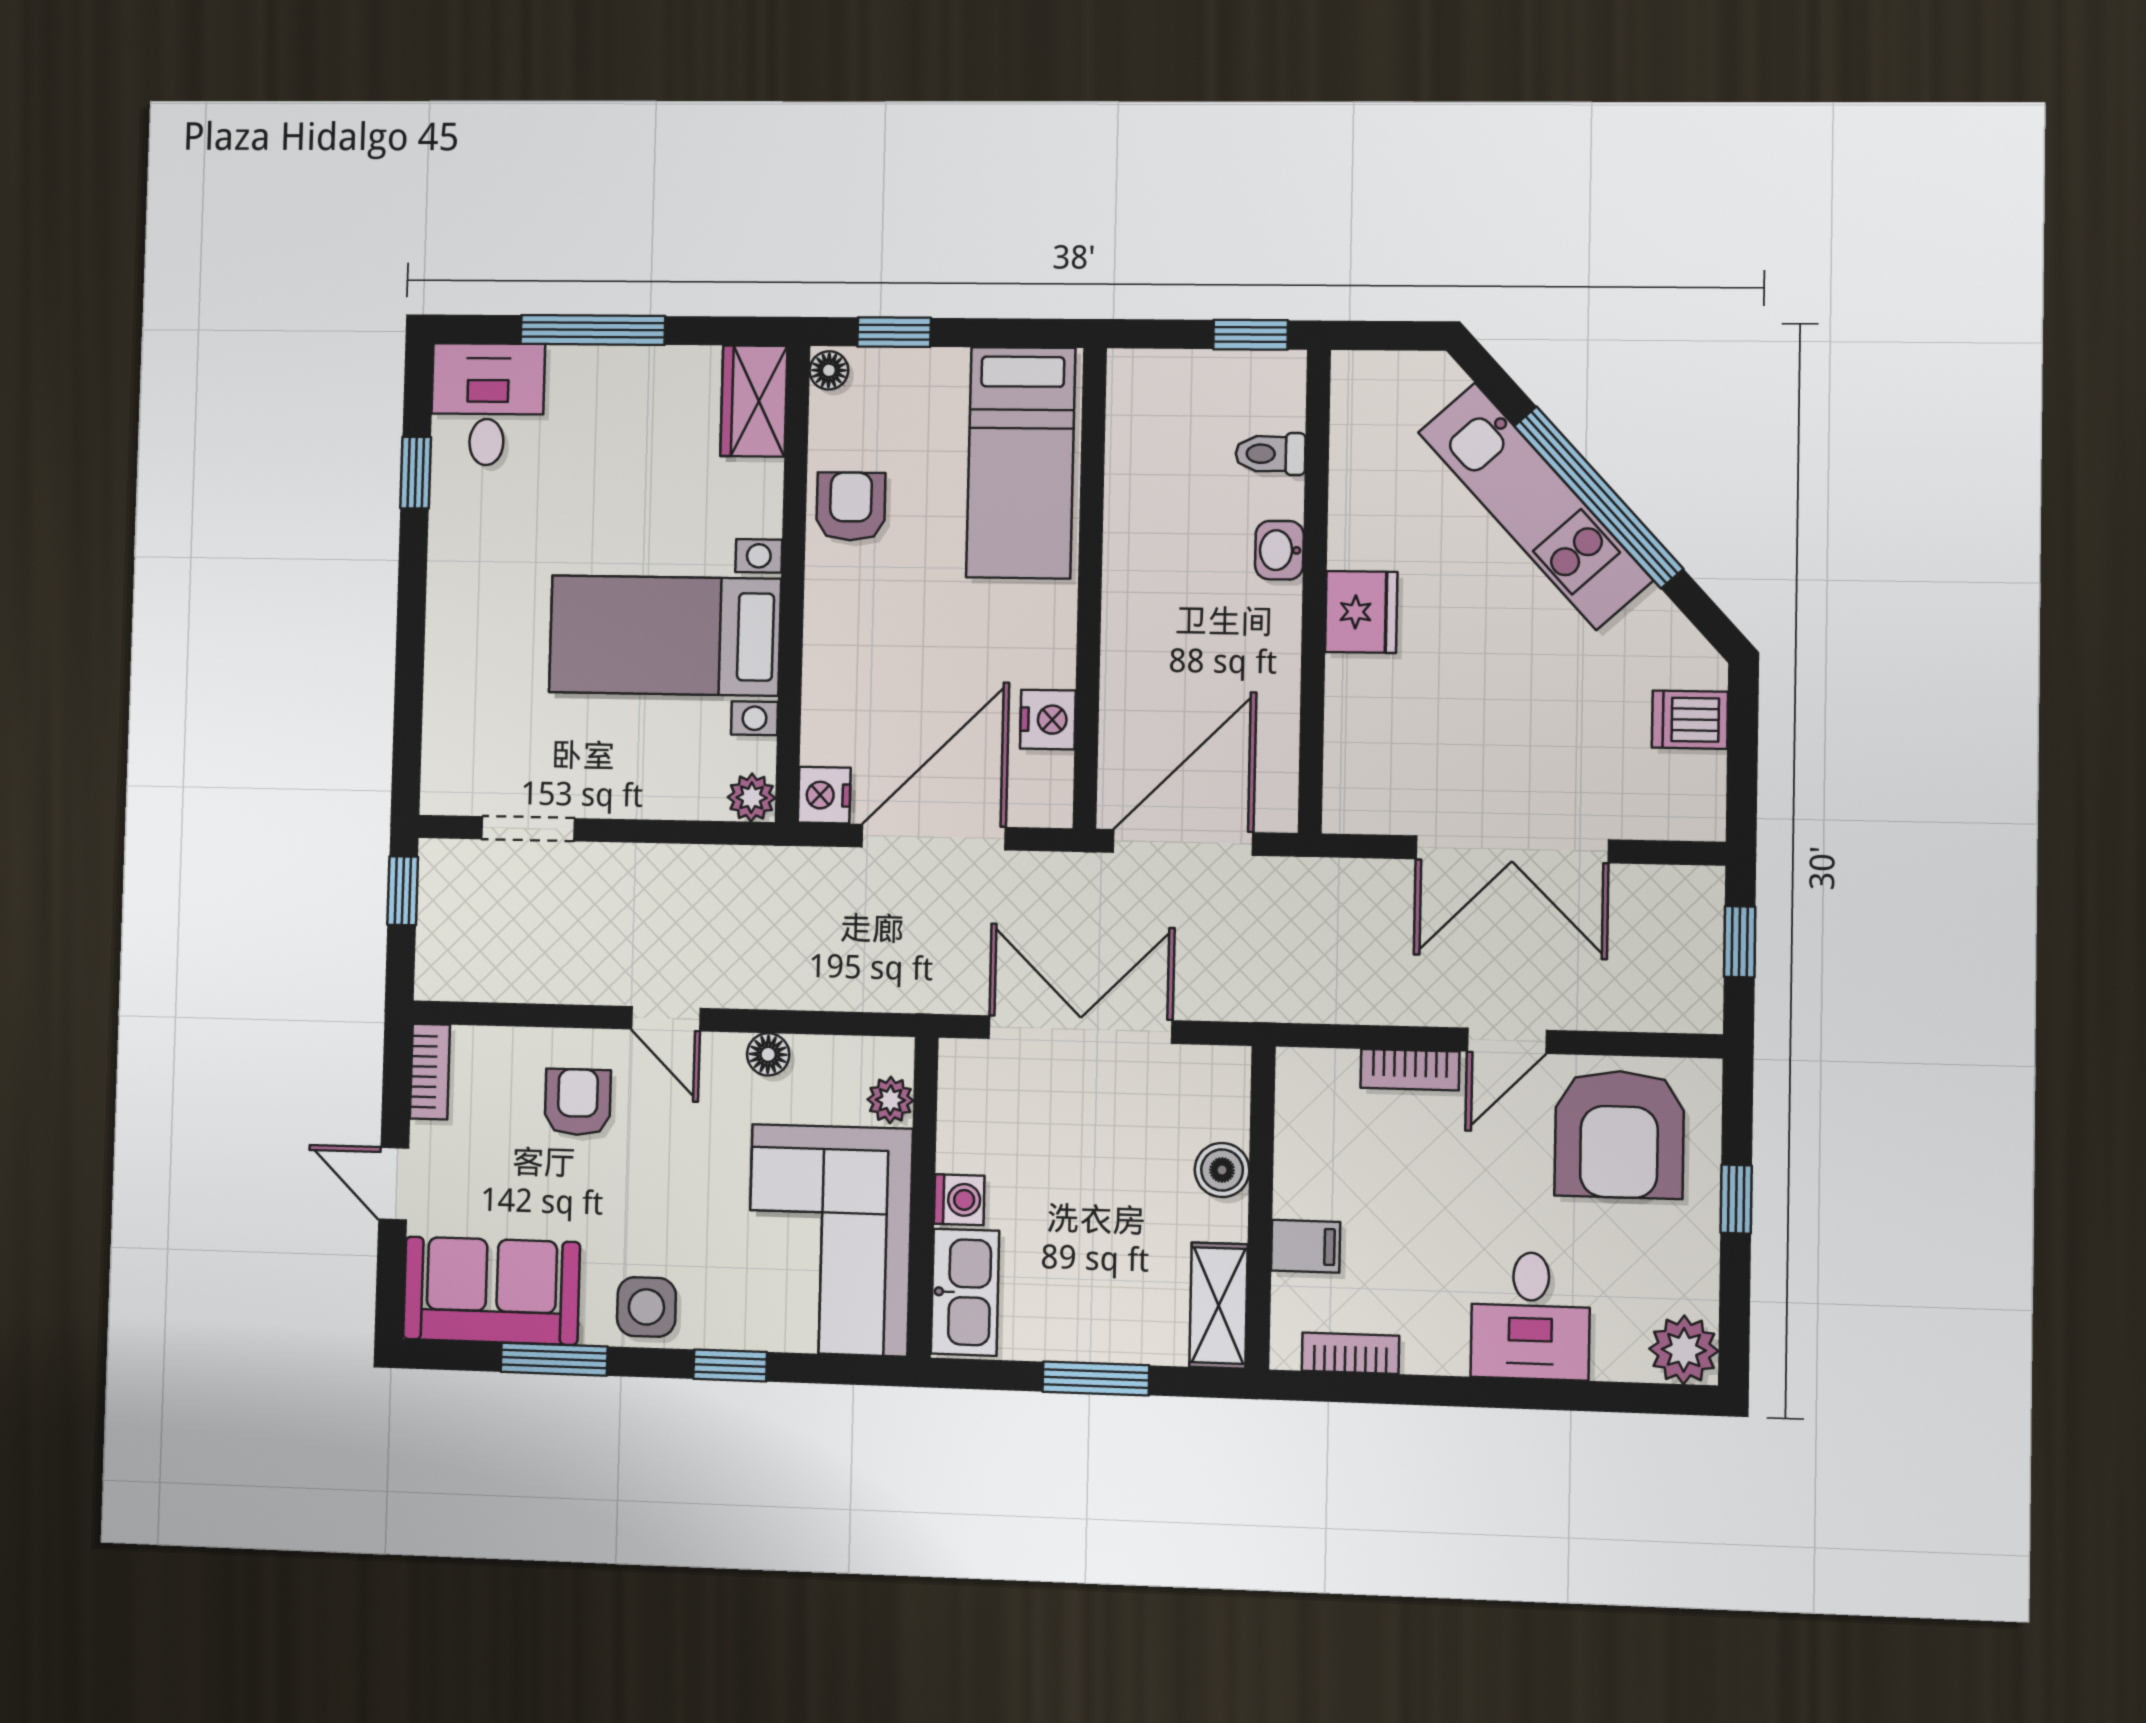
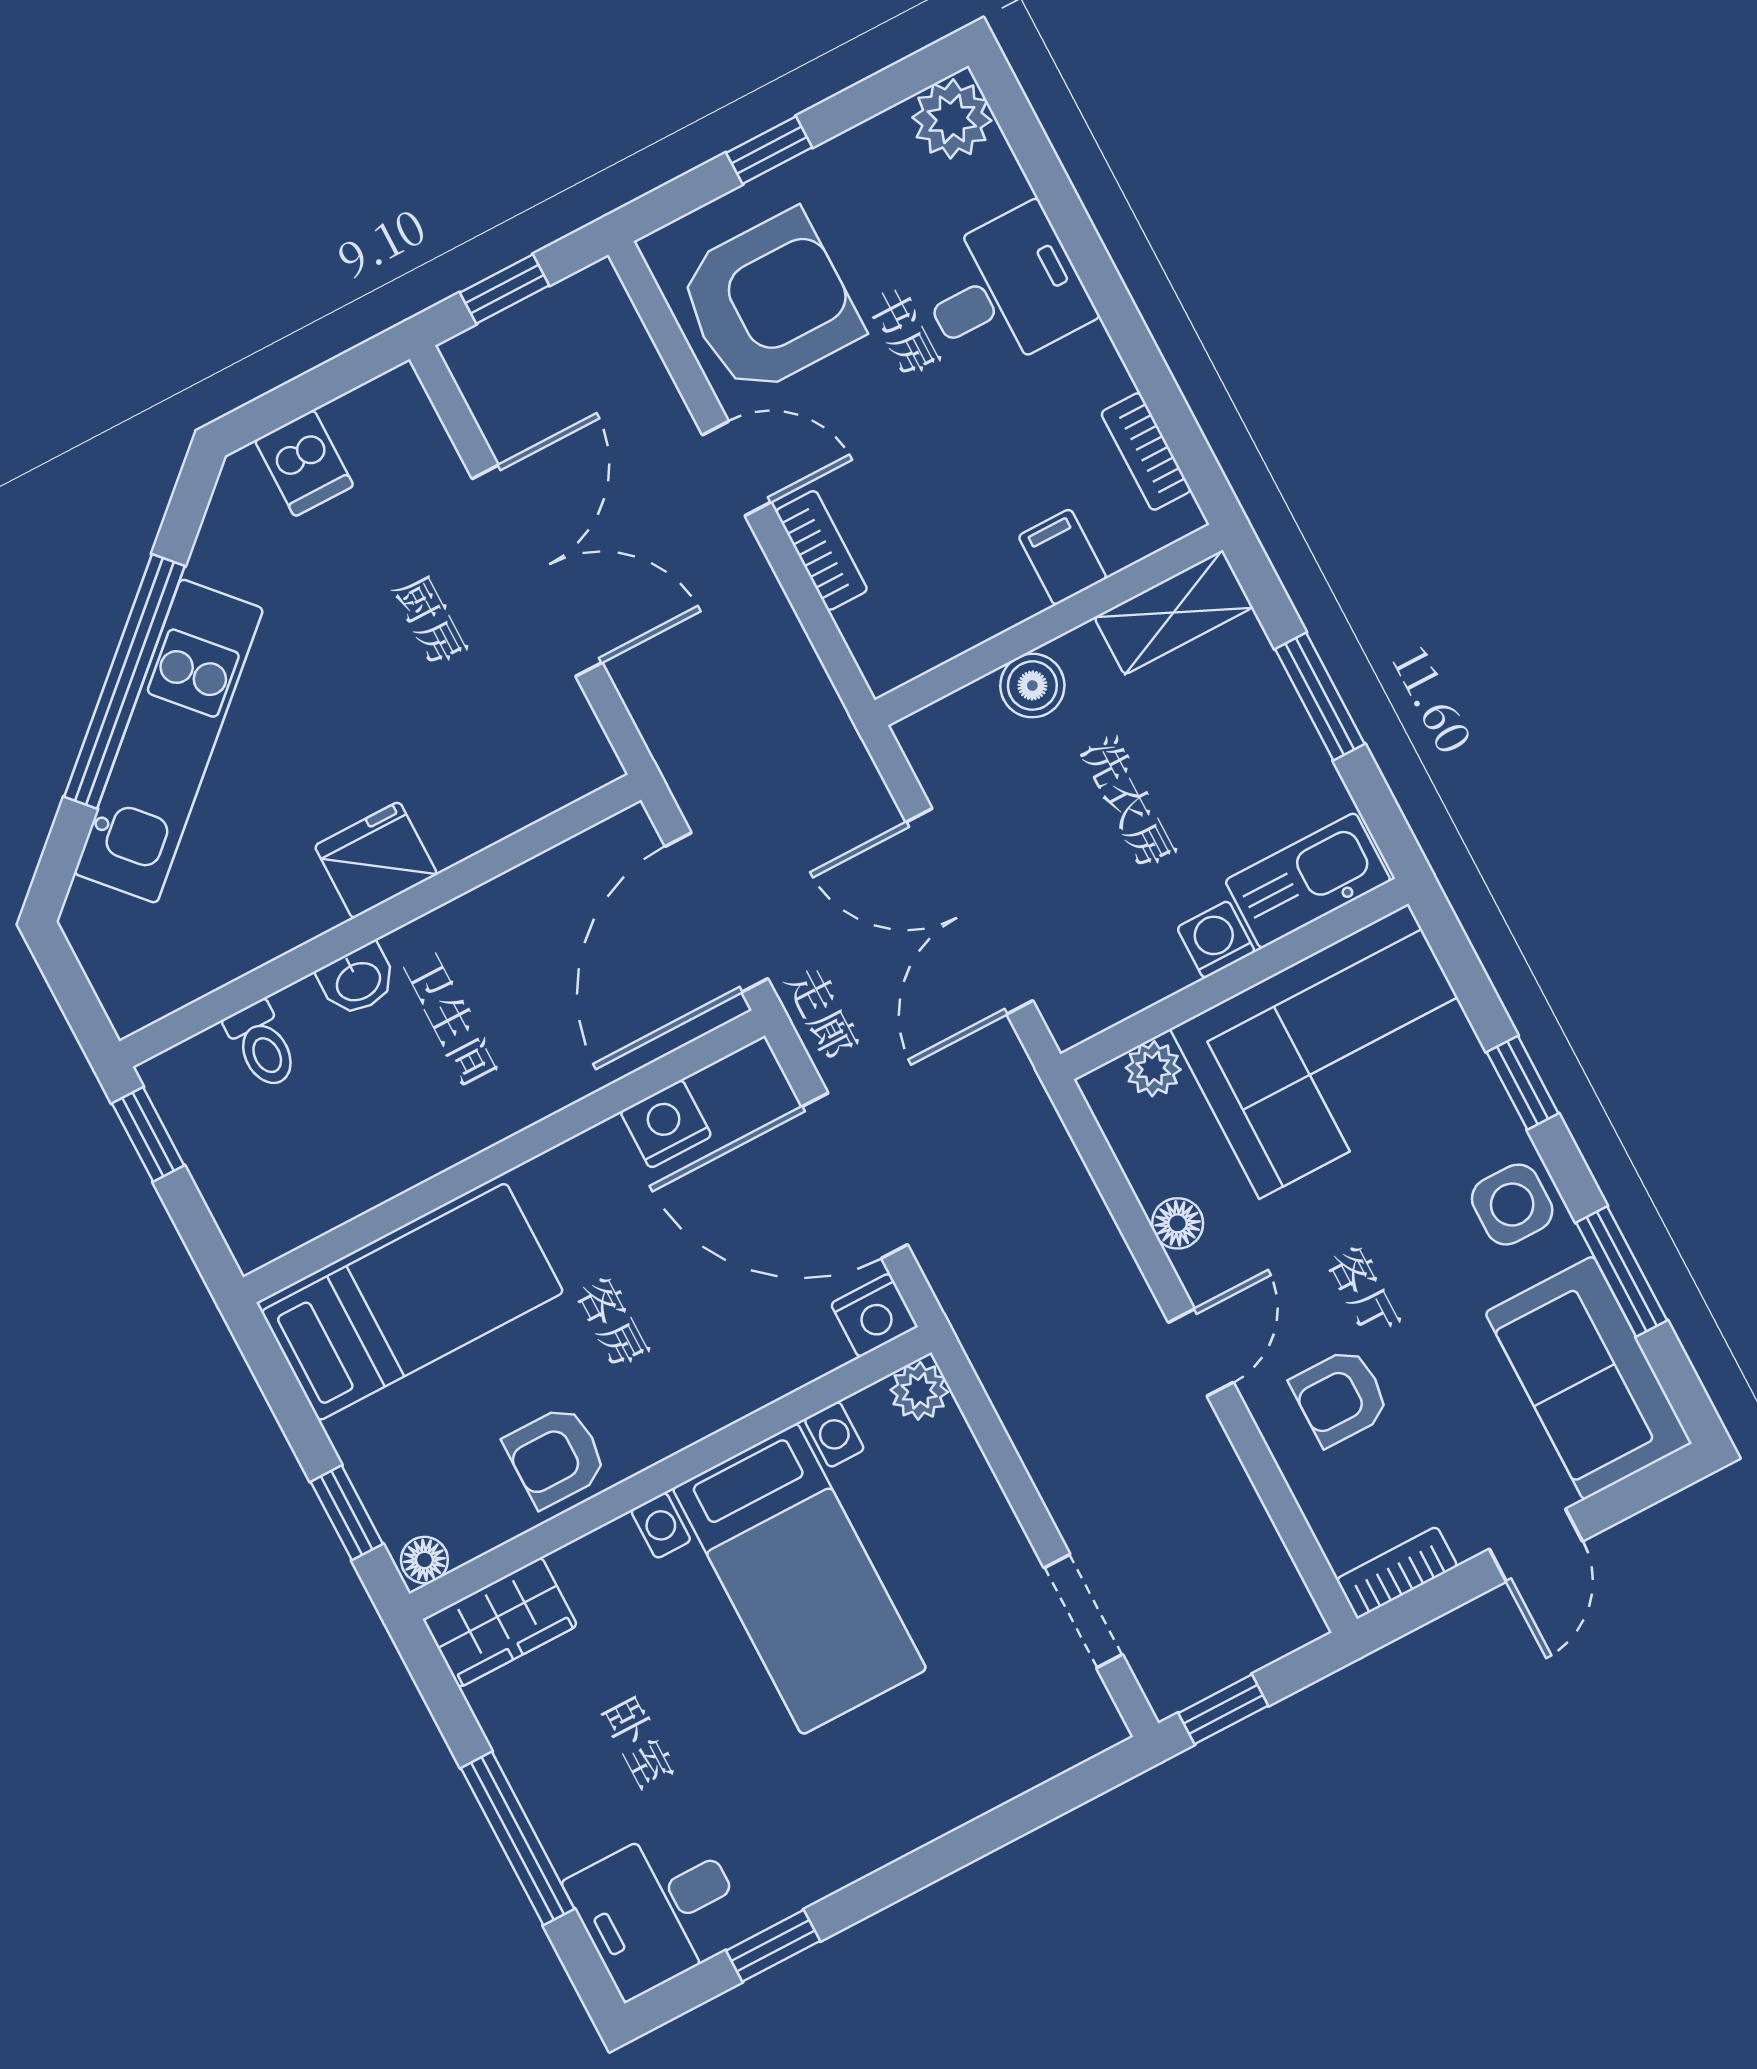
door: (1183, 842) -> (716, 912), hinge flipped

